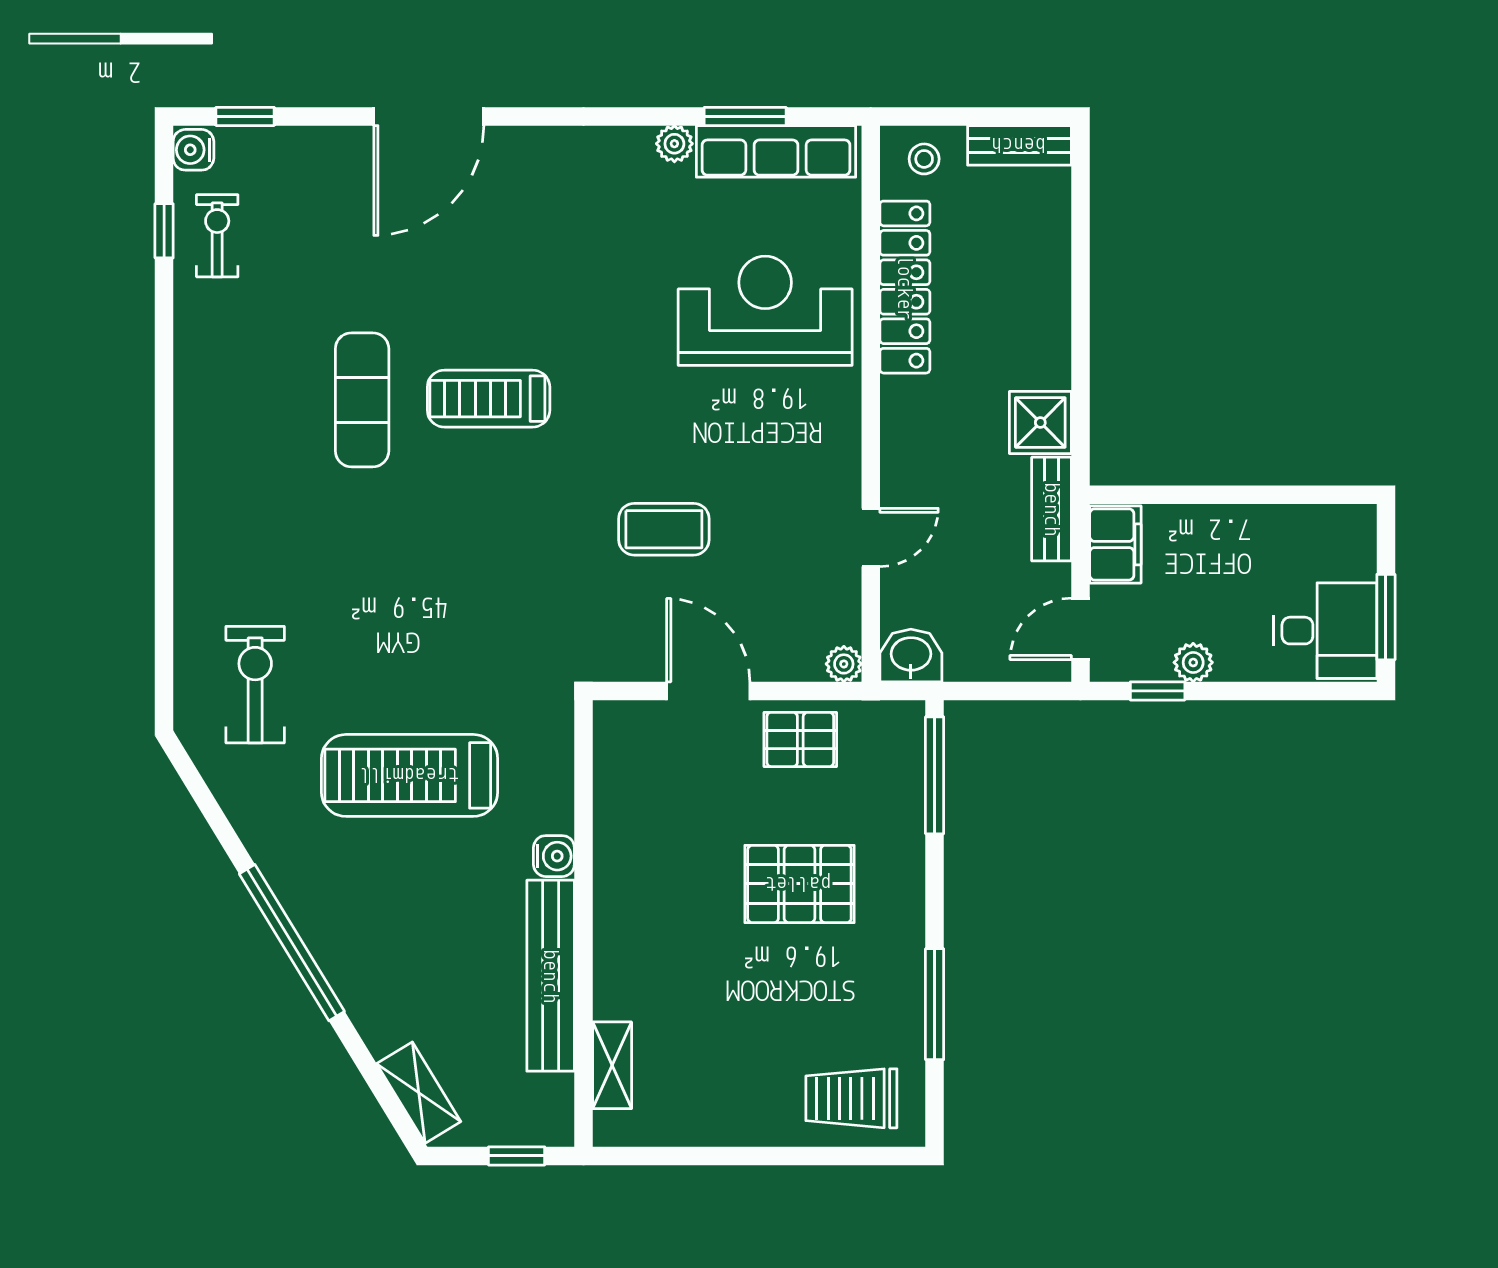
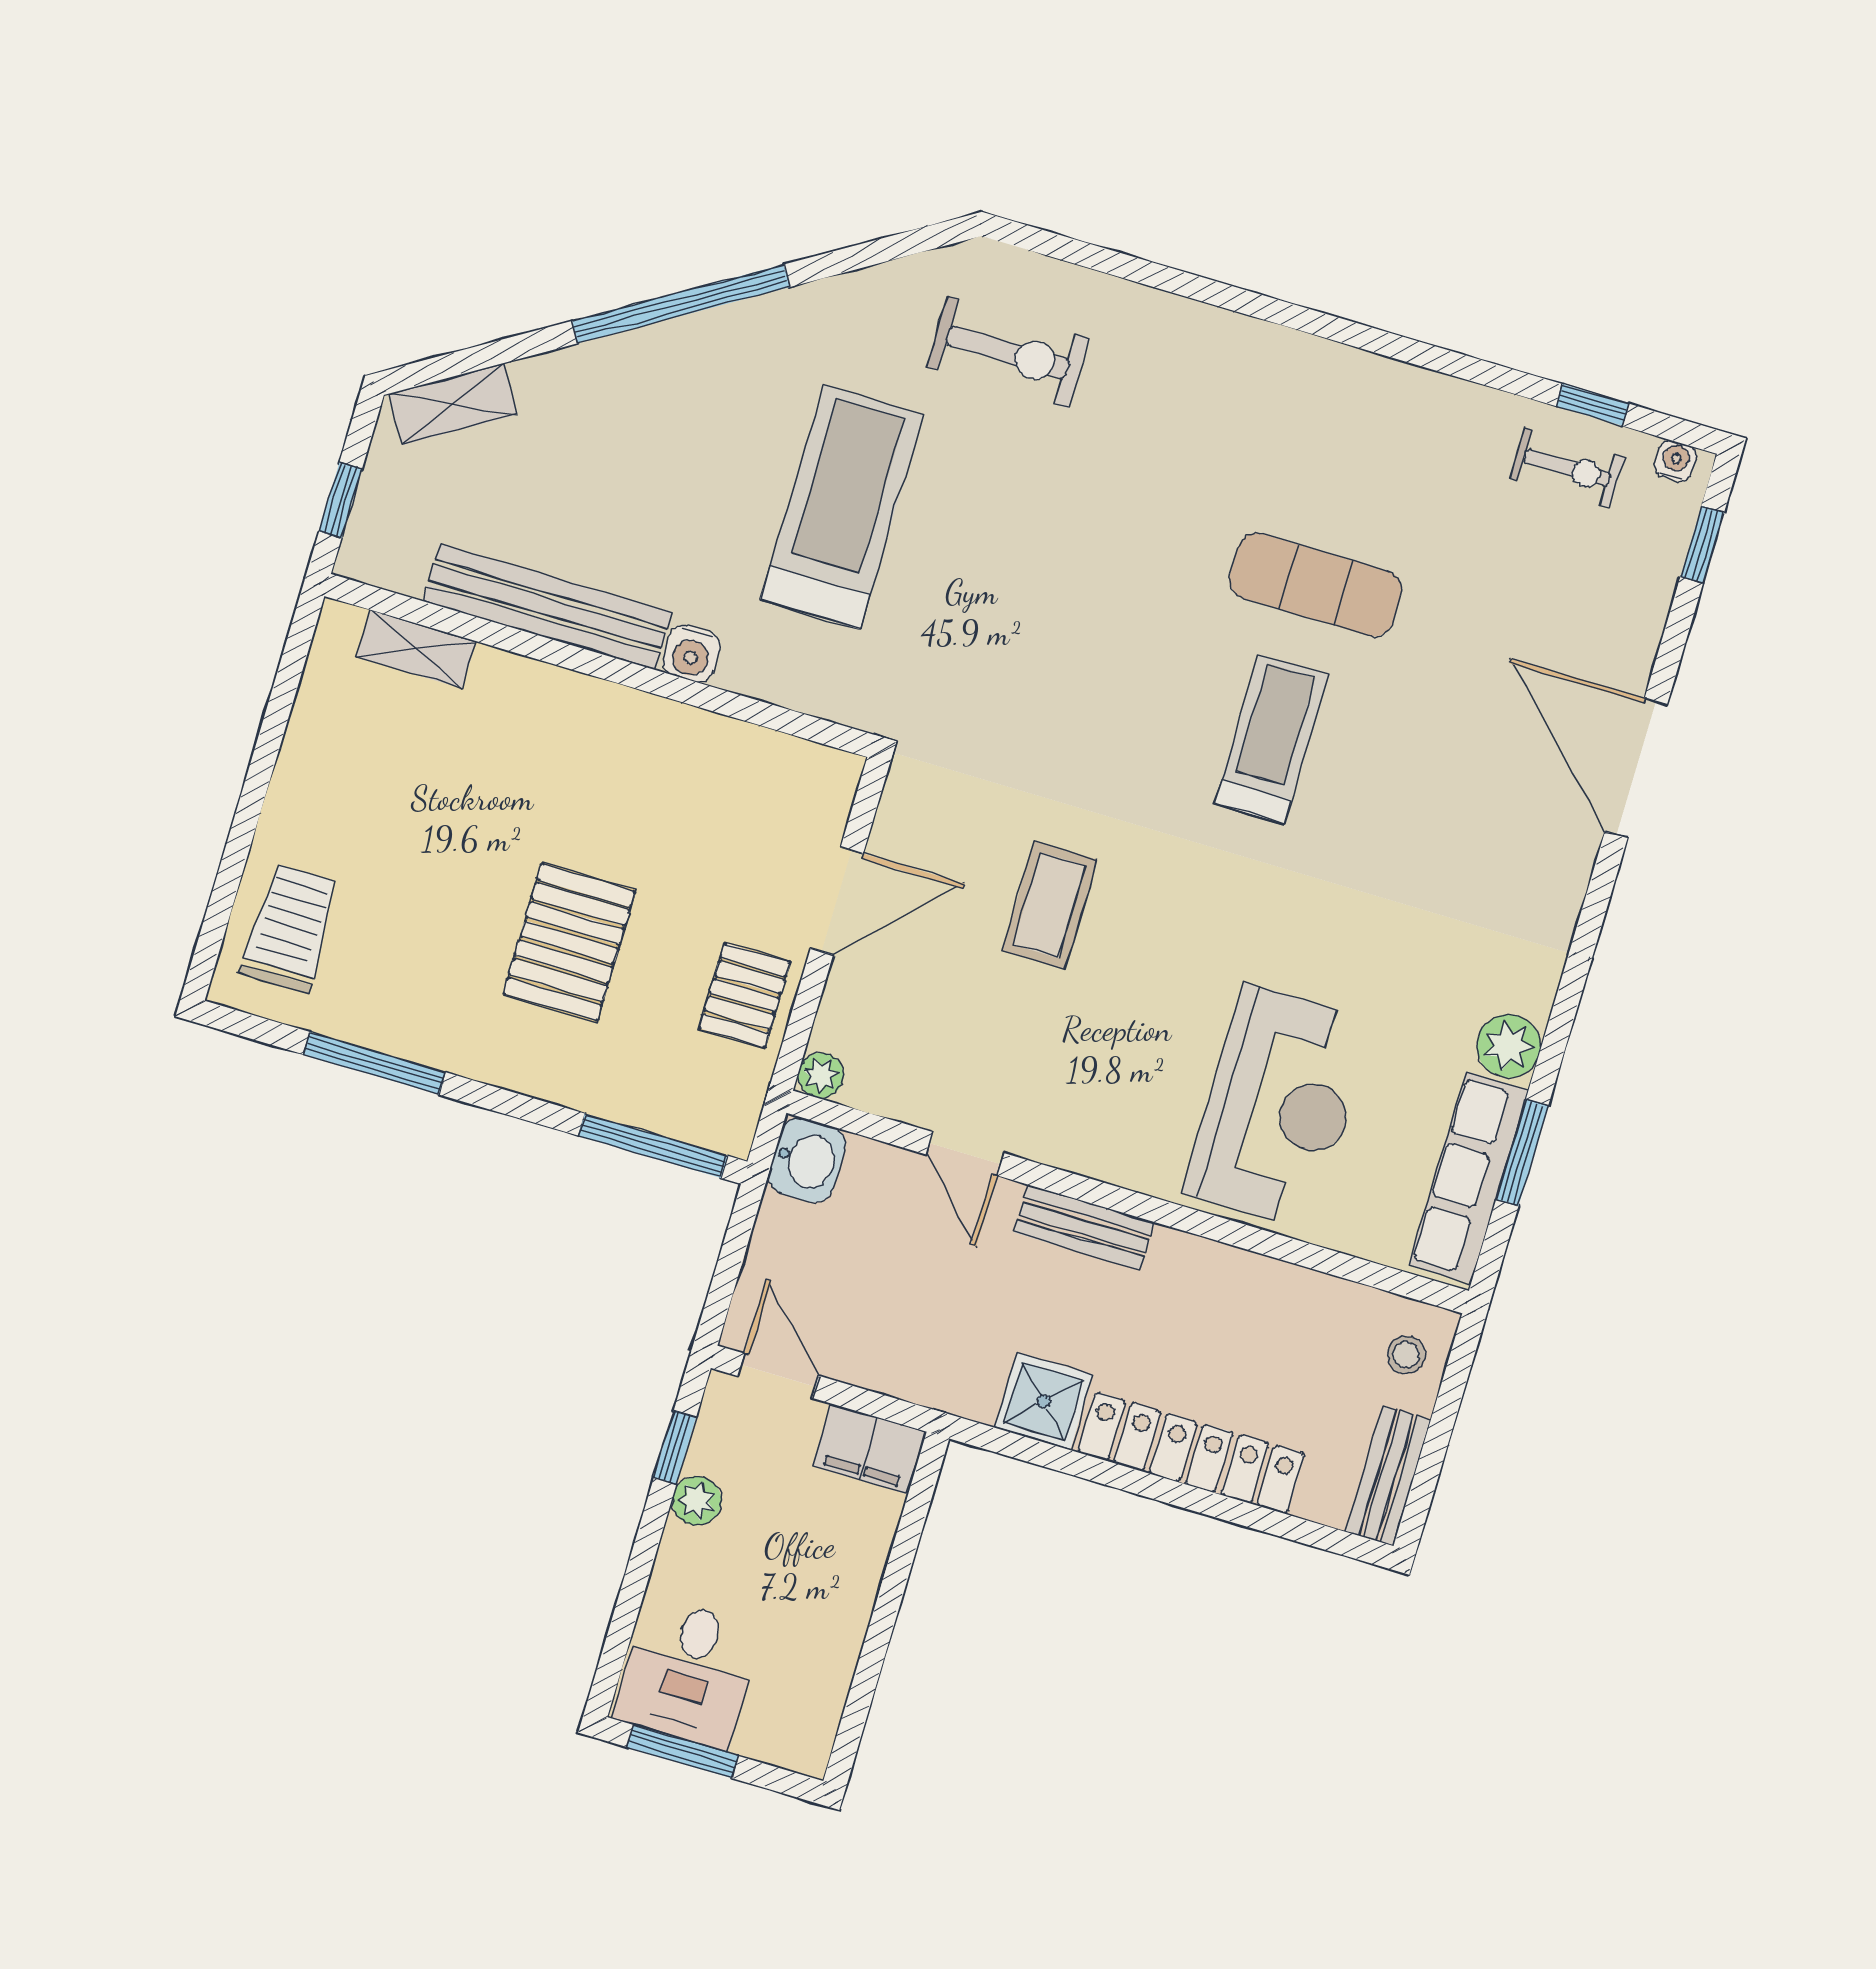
plant: (674, 144) -> (1509, 1046), width x1.38, depth x1.38
water cooler: (193, 150) -> (1675, 461), width x0.72, depth x0.72
locker: (905, 287) -> (1191, 1453), moved, turned 180
bench: (1052, 509) -> (1084, 1227), moved

